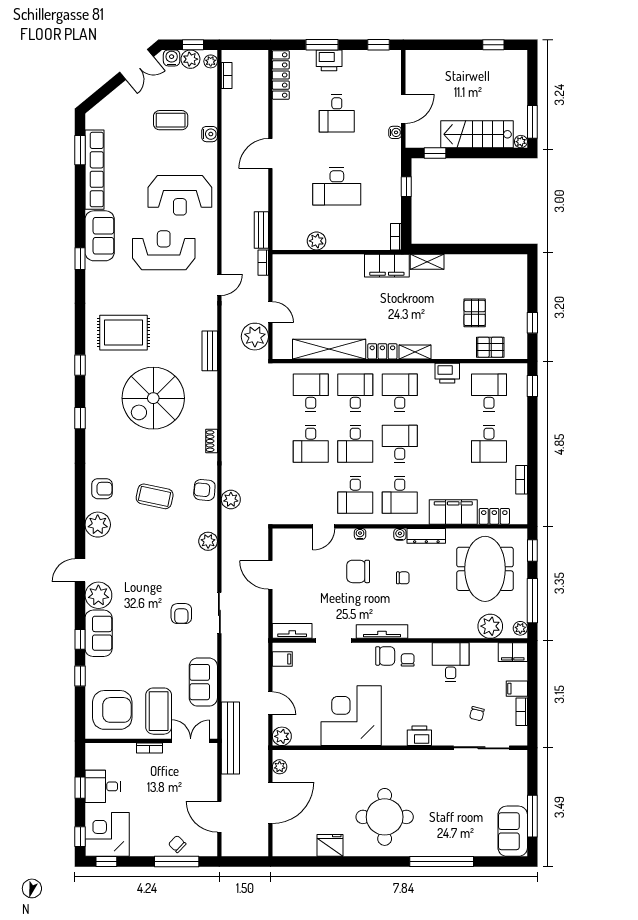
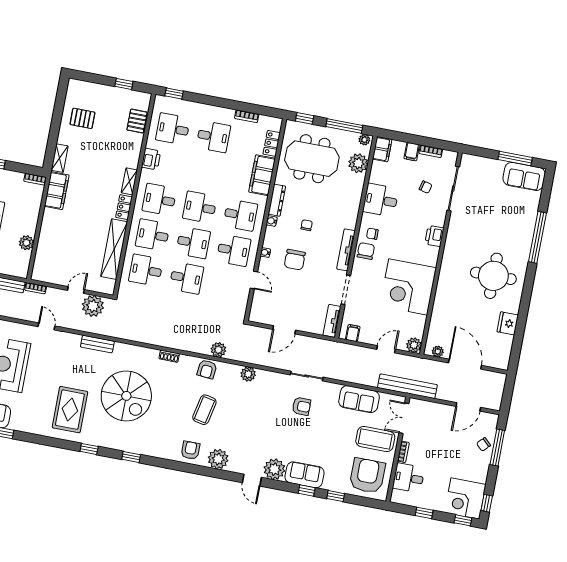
pallet: (475, 313) -> (82, 118), moved
desk: (103, 786) -> (409, 478), moved, turned 90

